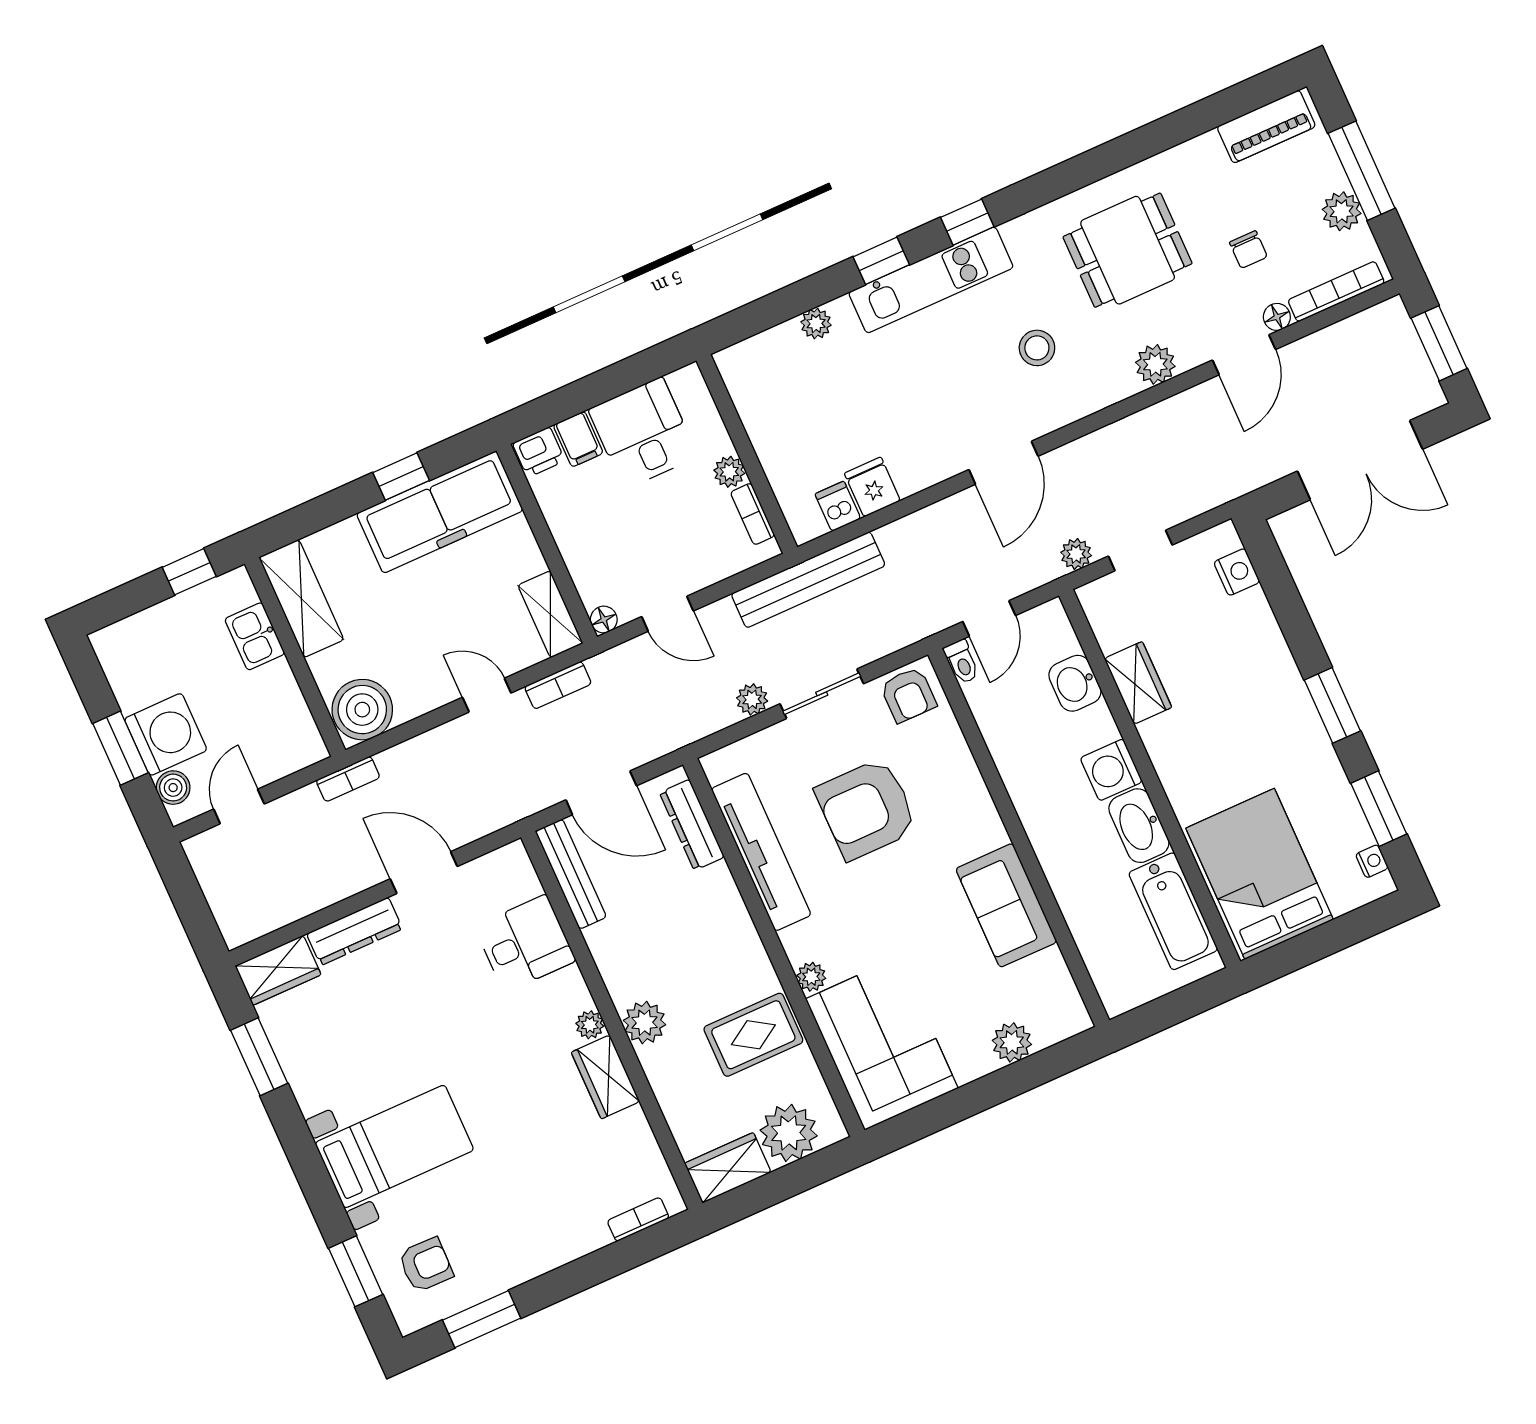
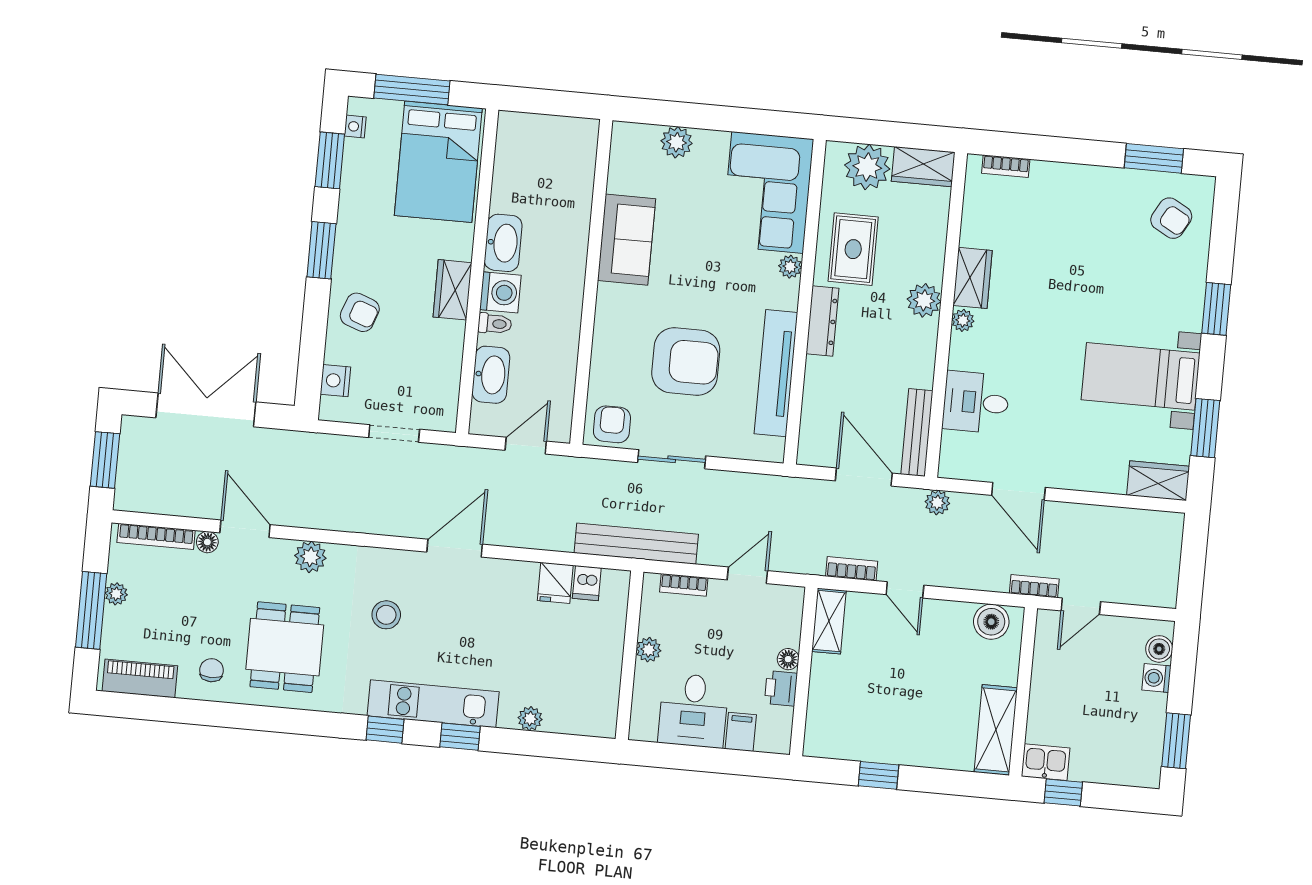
plant: (1342, 211) -> (116, 594), width x0.73, depth x0.73
dining table: (1128, 250) -> (285, 647), turned 90
chair: (1248, 250) -> (211, 670), moved
door: (1244, 355) -> (245, 529), hinge flipped
printer: (539, 452) -> (781, 688), moved, turned -90
freezer: (440, 512) -> (866, 736), removed
bookcase: (753, 514) -> (684, 585), moved, turned 90
plant: (1076, 554) -> (440, 456), removed
door: (668, 614) -> (747, 575), hinge flipped
floor lamp: (604, 620) -> (788, 659), moved
kitchen sink: (255, 636) -> (1046, 762), moved, turned -90
armchair: (1252, 661) -> (360, 312), added
toilet: (962, 662) -> (495, 324), moved, turned 90
washbasin: (1075, 683) -> (491, 375), width x1.38
wardrobe: (1138, 683) -> (453, 290), moved
plant: (752, 699) -> (937, 503), moved
boiler: (362, 710) -> (991, 622), width x0.73, depth x0.73
washing machine: (166, 734) -> (1156, 678), width x0.53, depth x0.53
window: (120, 748) -> (1176, 741), moved
door: (239, 806) -> (1081, 606), moved
dresser: (692, 825) -> (822, 321), moved
bathtub: (1173, 911) -> (513, 170), removed
dresser: (355, 931) -> (1090, 478), removed
window: (1333, 937) -> (412, 90), added
rug: (753, 1035) -> (853, 249), turned 90
bed with nightstands: (394, 1146) -> (1141, 376), moved
armchair: (426, 1265) -> (1171, 218), turned -152
window: (356, 1271) -> (1216, 309), moved

